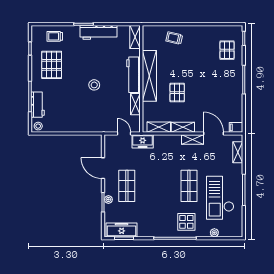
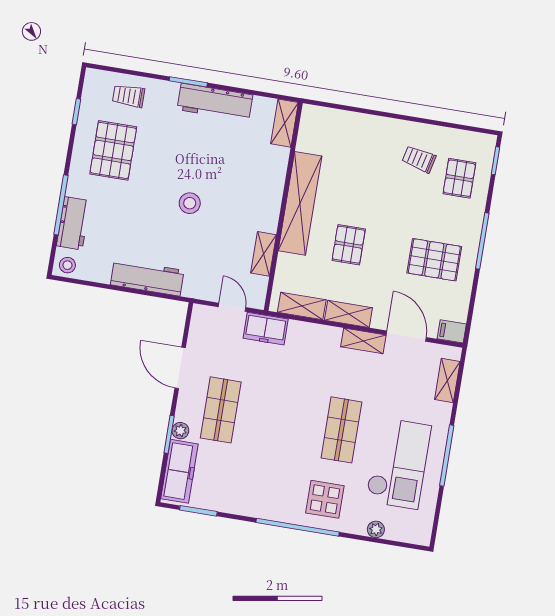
trolley: (174, 38) -> (419, 159), moved
workbench: (133, 75) -> (147, 278), moved, turned 90
pallet: (221, 93) -> (434, 260), added
checkout: (220, 198) -> (398, 463), turned 180
freezer: (122, 230) -> (179, 471), moved, turned 90

